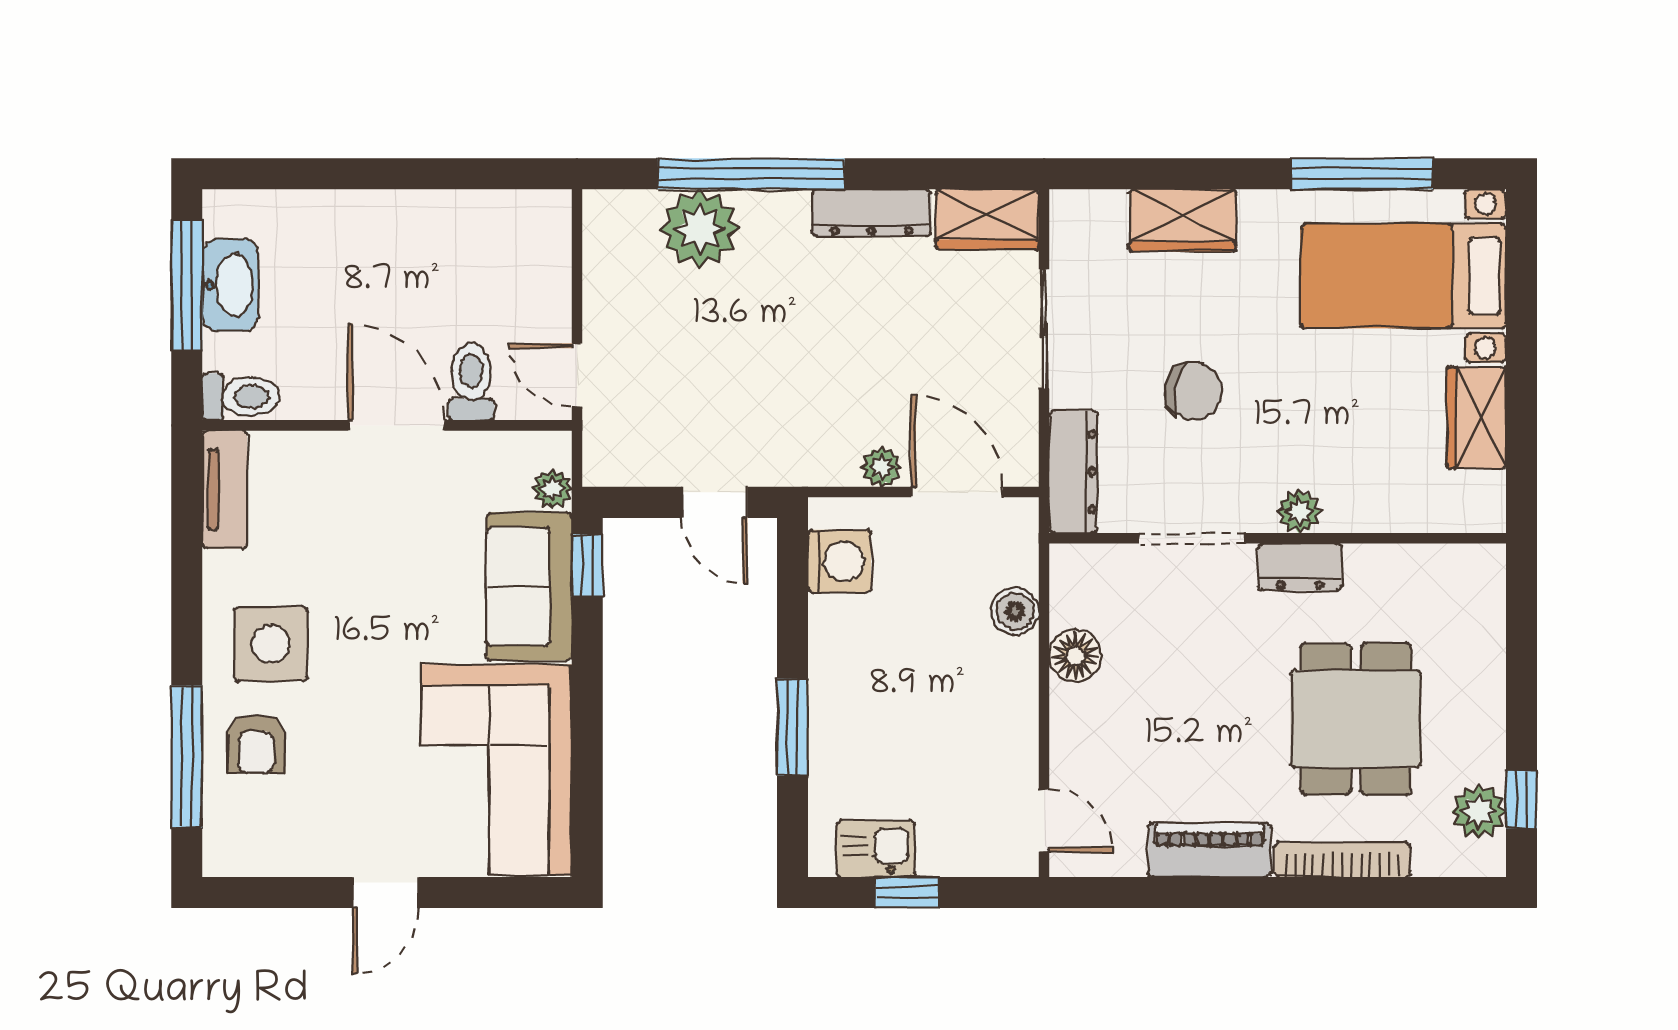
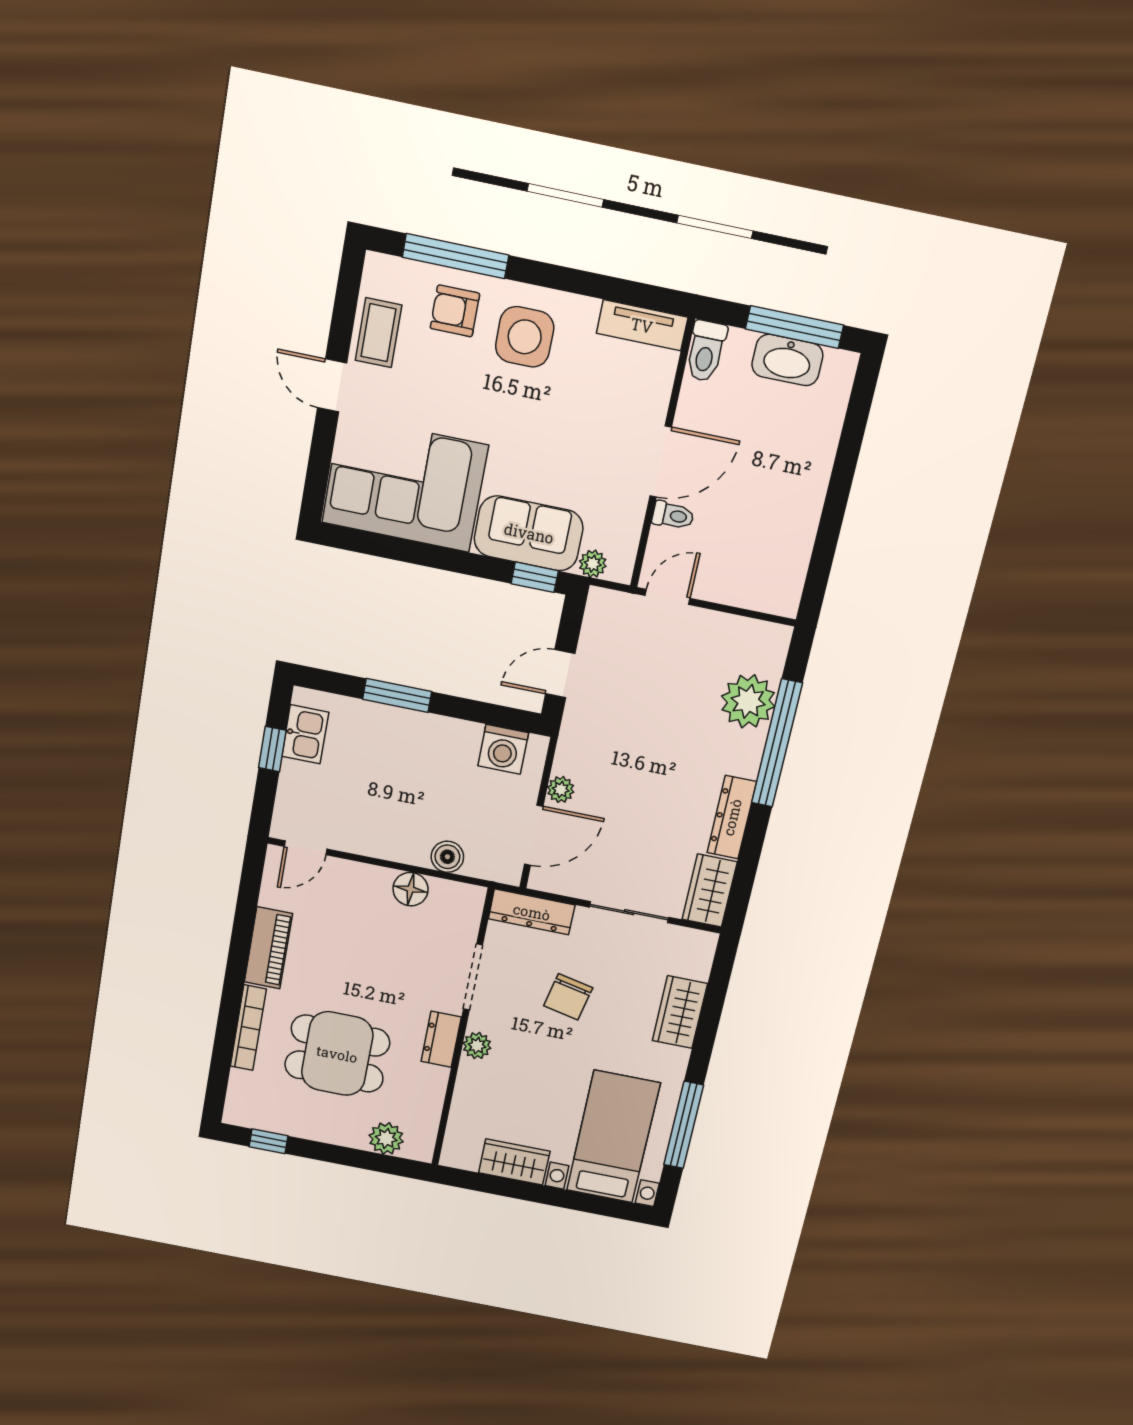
toilet: (471, 382) -> (673, 515), width x0.73, depth x0.72
plant: (1479, 811) -> (386, 1138), moved
coffee table: (305, 842) -> (378, 333), added

